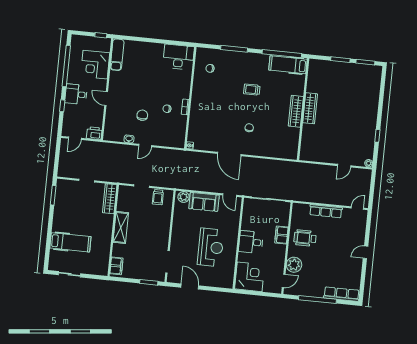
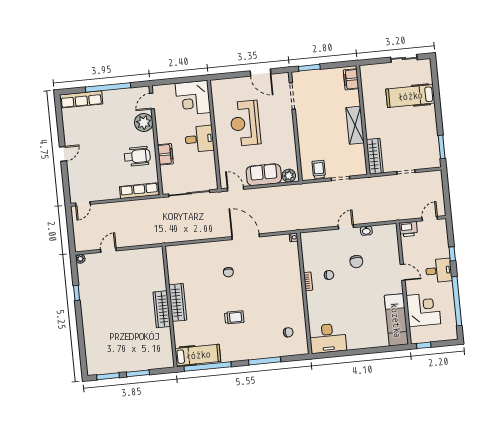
exam couch: (117, 55) -> (396, 320), width x1.36, depth x1.45
row of seats: (326, 211) -> (139, 191), moved

